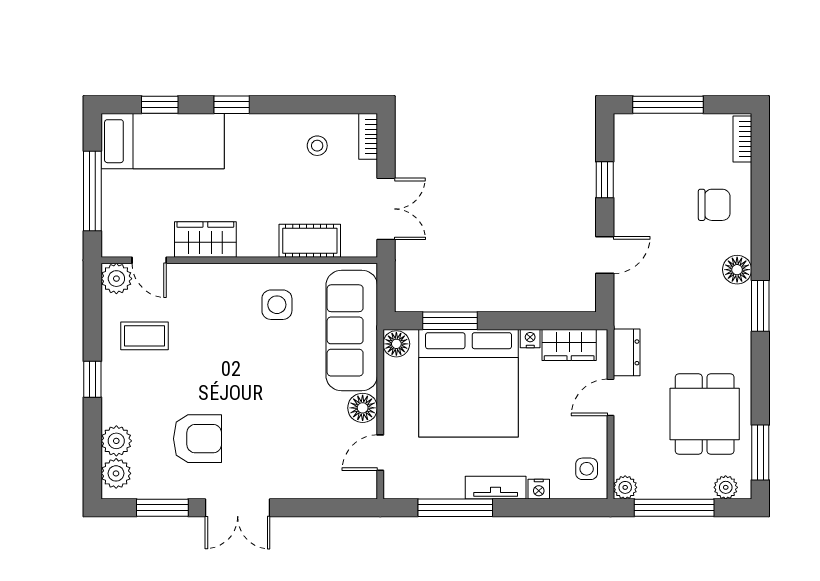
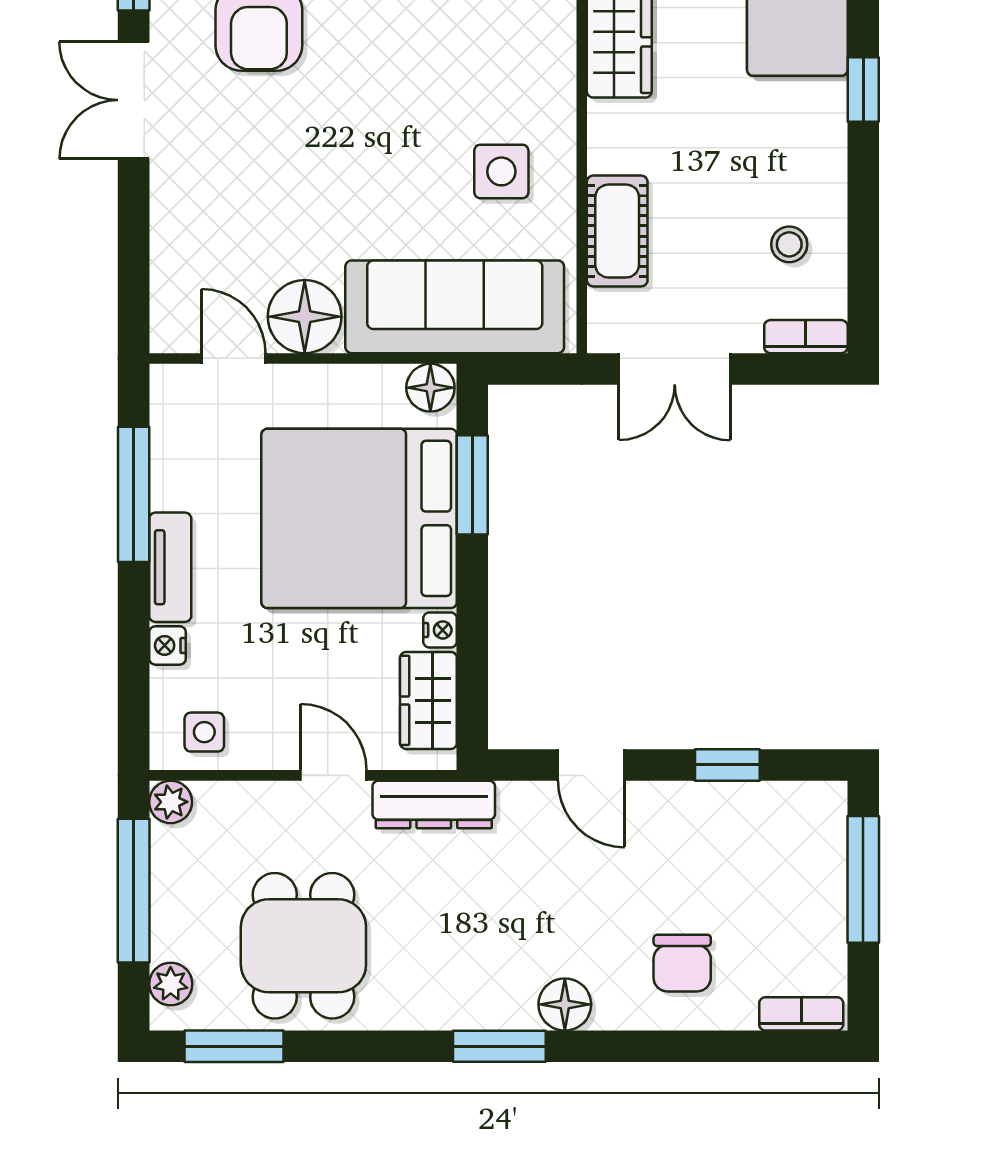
dresser: (627, 352) -> (434, 805), width x1.44
floor lamp: (363, 408) -> (305, 317), width x1.38, depth x1.38
dining table: (705, 414) -> (303, 946), turned 90

